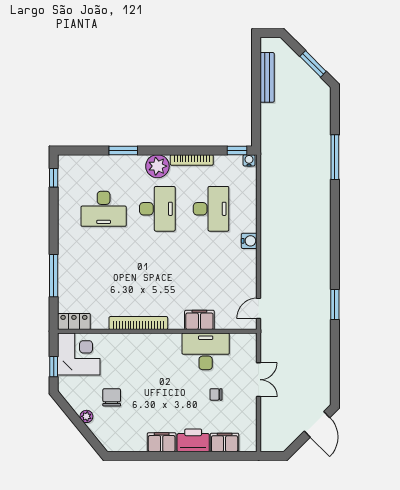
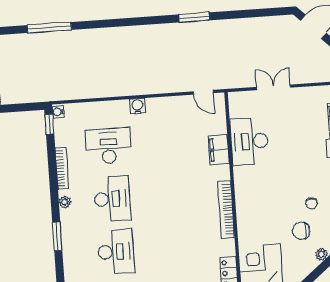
plant: (157, 166) -> (65, 202), width x0.53, depth x0.53
desk: (157, 209) -> (112, 199), turned 90
chair: (216, 394) -> (312, 203), moved

